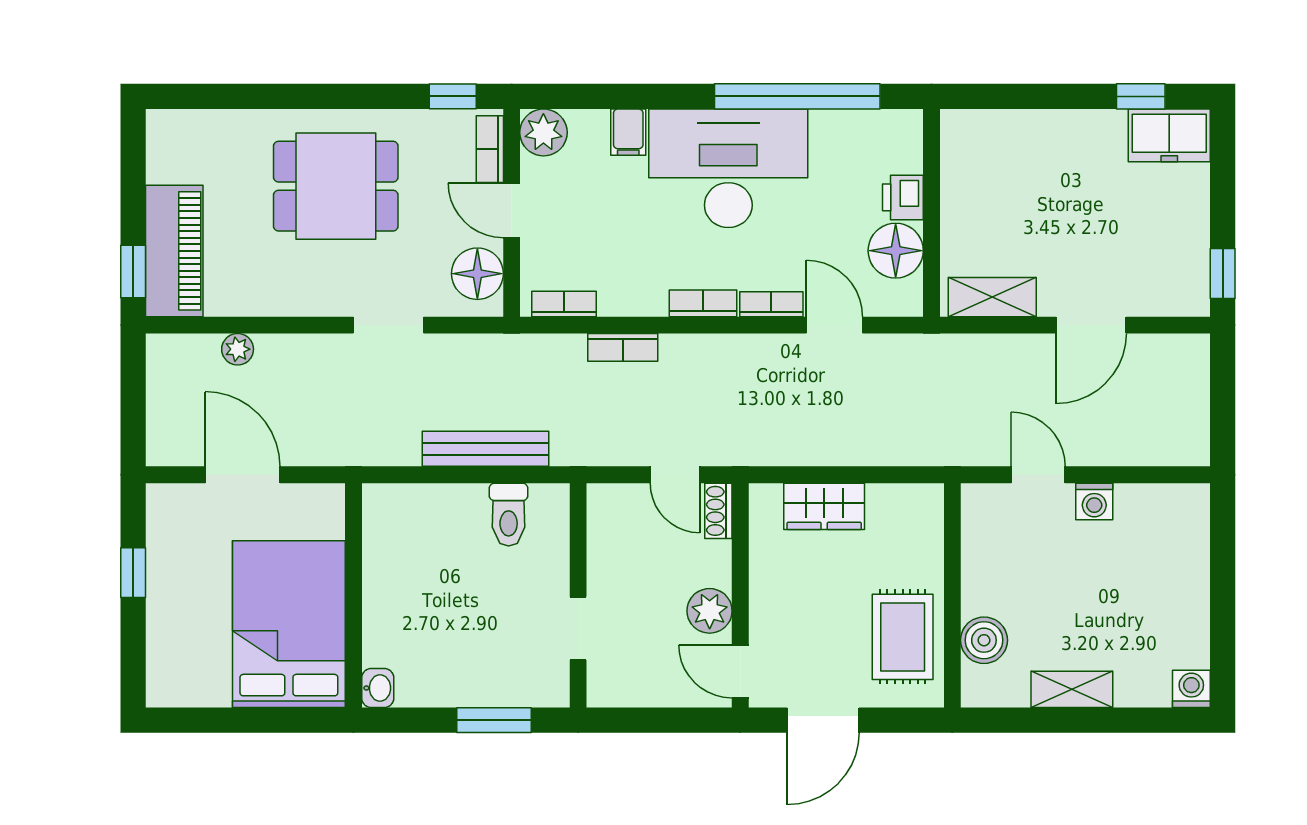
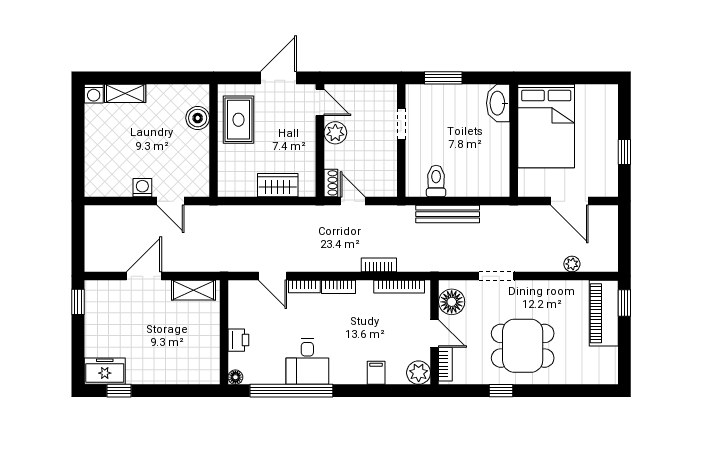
window: (453, 96) -> (501, 391), moved
desk: (728, 168) -> (307, 362), width x0.53, depth x0.77
floor lamp: (896, 251) -> (235, 377), moved, width x0.53, depth x0.53
bookcase: (564, 304) -> (399, 287), width x1.56
washbasin: (378, 688) -> (498, 103), width x1.91, depth x1.45
shelving: (1072, 689) -> (125, 93), moved

